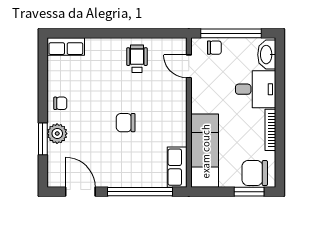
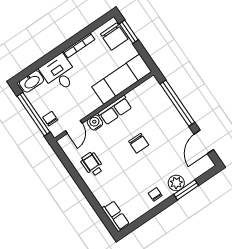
wheelchair: (137, 59) -> (92, 164), turned 90
water cooler: (178, 92) -> (95, 123), added
row of seats: (177, 167) -> (115, 110), moved

